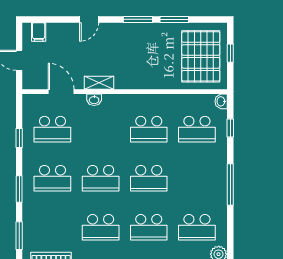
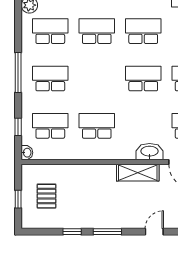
window: (174, 19) -> (72, 232), width x0.67
pallet: (201, 56) -> (47, 196), width x0.49, depth x0.50
shelving: (99, 83) -> (138, 173), width x1.50, depth x1.33
washbasin: (94, 100) -> (150, 152), width x1.91, depth x1.45
school desk: (149, 178) -> (50, 78), moved

